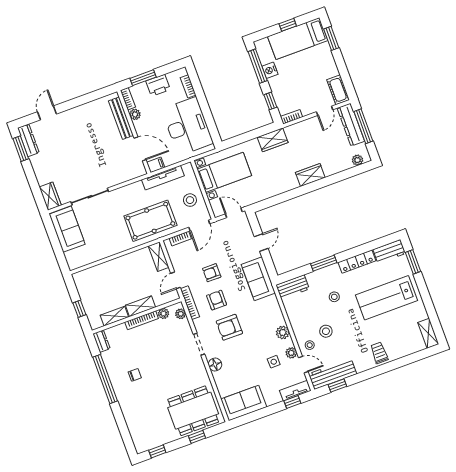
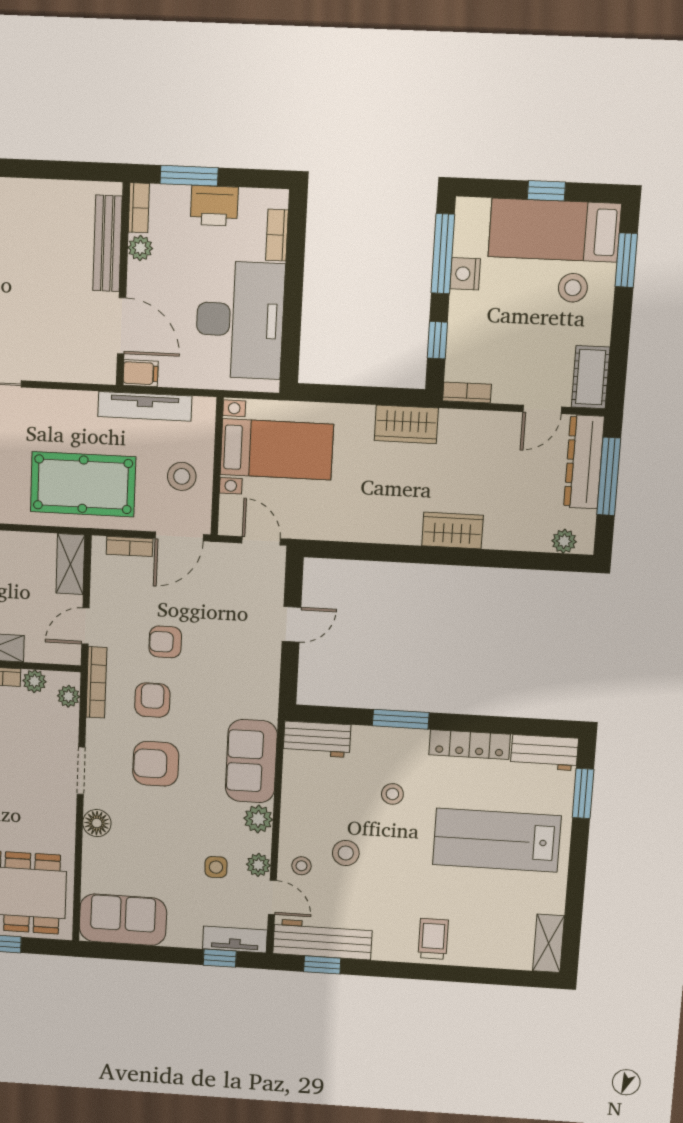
stool: (315, 58) -> (573, 288), added
sofa: (258, 279) -> (251, 761), moved

